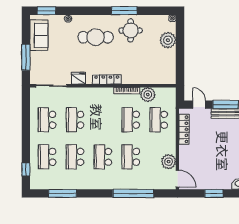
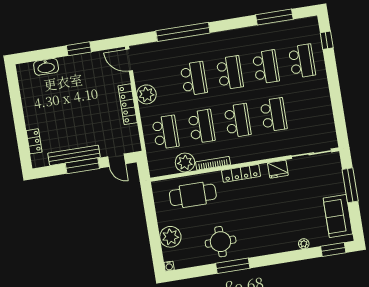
cafe table: (96, 37) -> (193, 195), moved
school desk: (47, 120) -> (238, 121), moved
locker: (184, 129) -> (128, 104), moved
plant: (169, 162) -> (146, 94), moved

